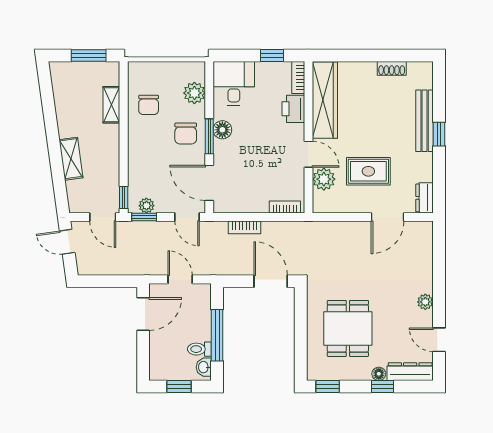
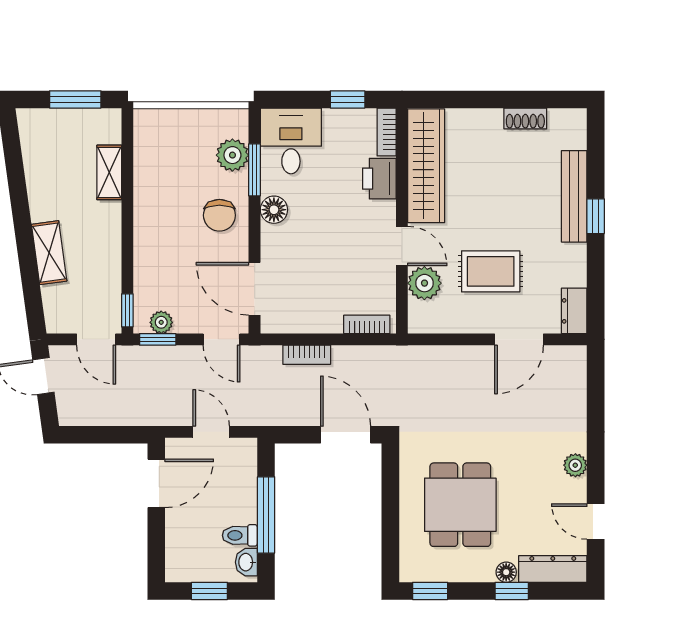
chair: (149, 105) -> (164, 173), removed
window: (209, 136) -> (255, 170), moved

